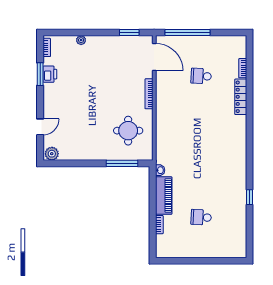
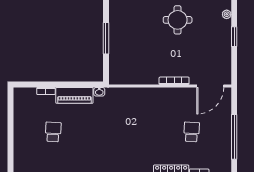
window: (129, 33) -> (234, 37), moved
window: (187, 33) -> (234, 137), moved
round table: (128, 131) -> (178, 20), moved
window: (122, 163) -> (106, 38), moved

